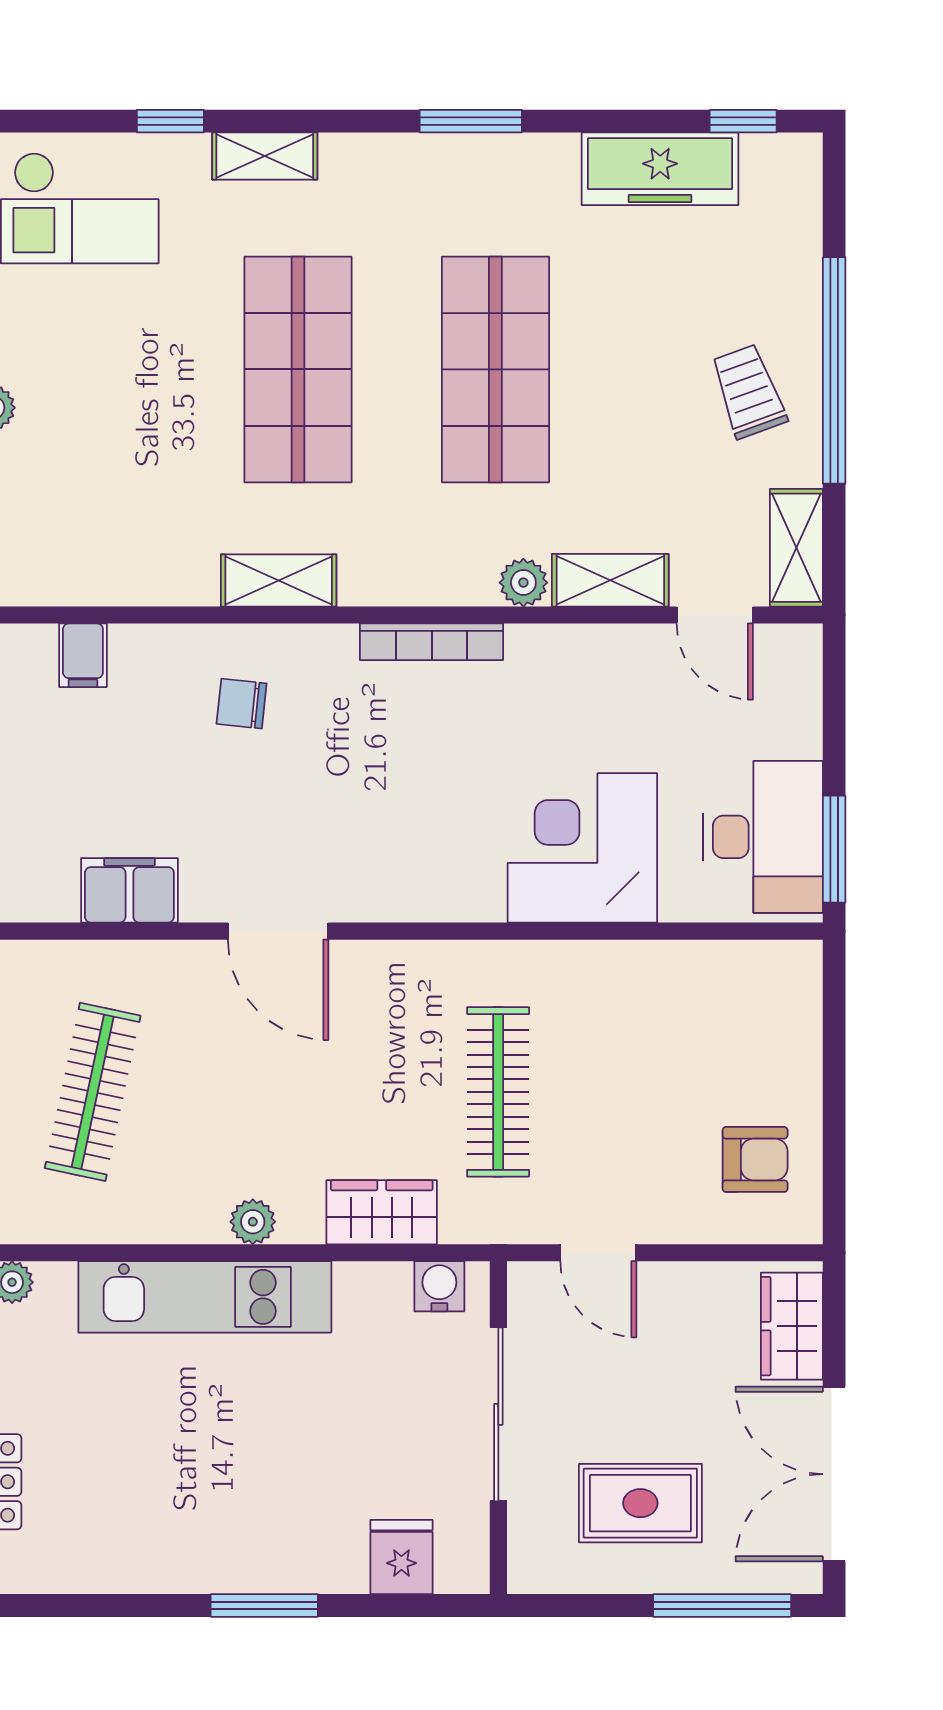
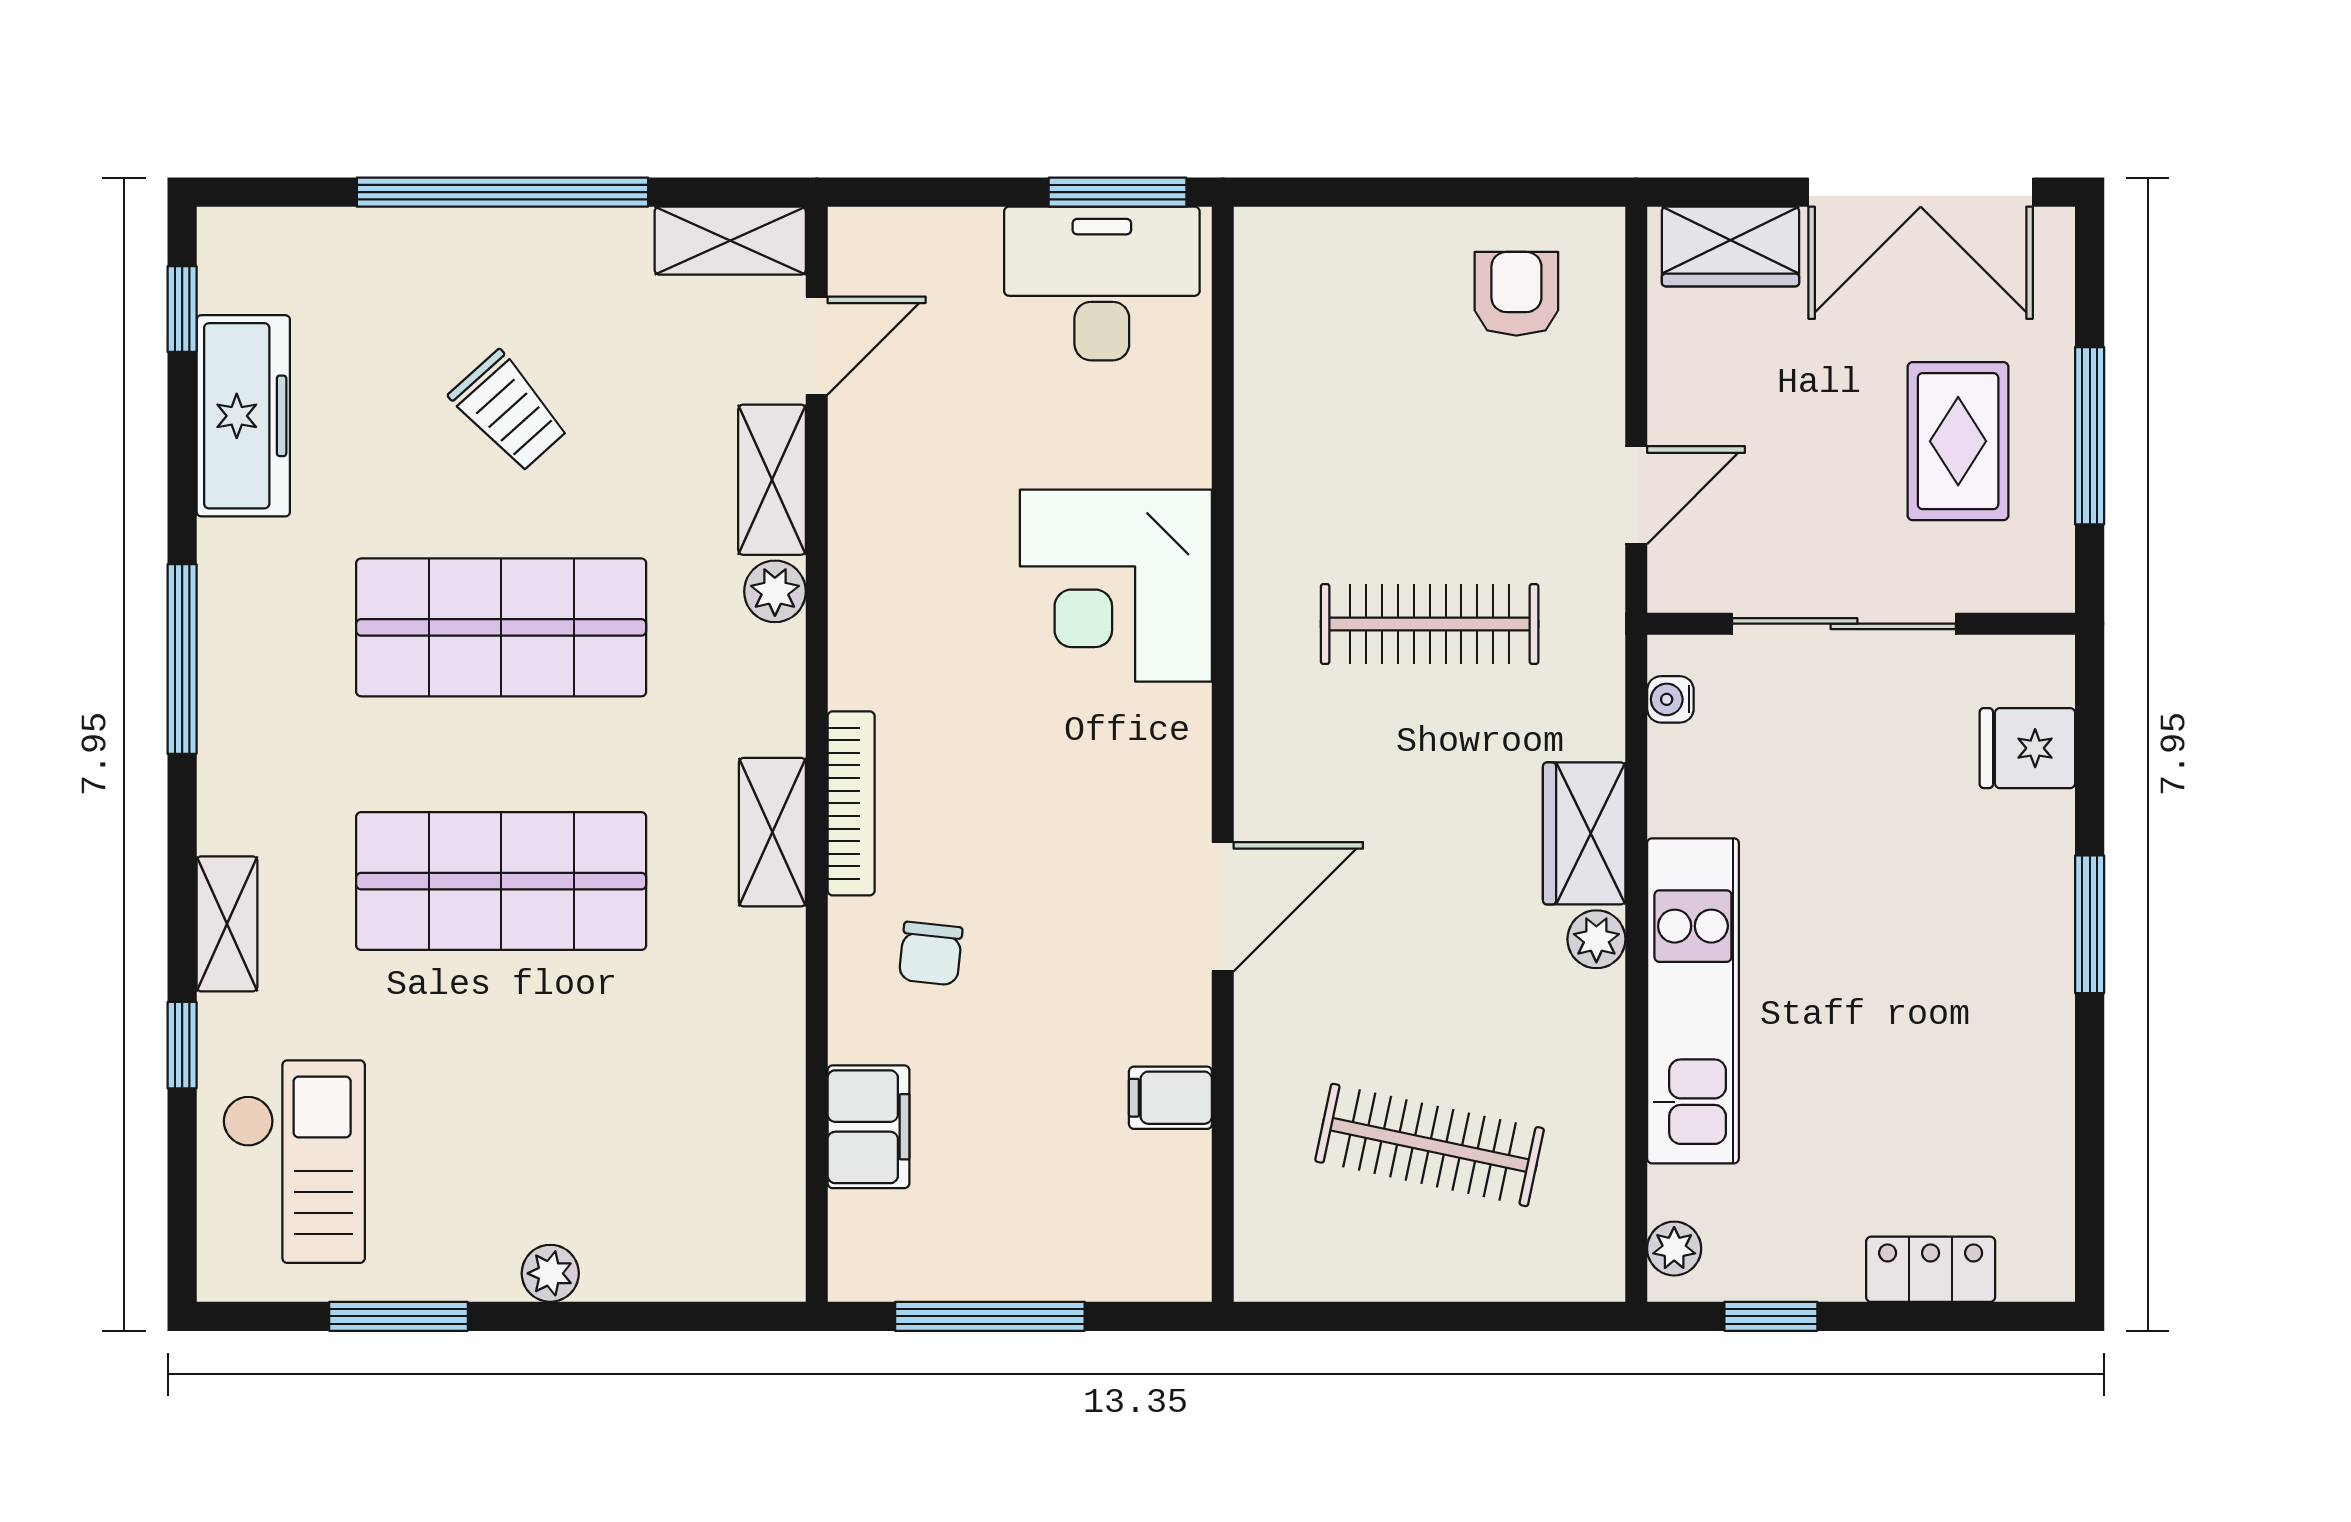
window: (471, 121) -> (182, 659), width x1.44
trolley: (748, 391) -> (509, 411), moved, turned -112
shelving: (279, 580) -> (772, 832), moved
bookcase: (432, 642) -> (851, 803), moved
filing cabinet: (83, 655) -> (868, 1127), width x2.00
corner desk: (582, 848) -> (1116, 586), moved
filing cabinet: (129, 890) -> (1170, 1098), width x0.50
wardrobe: (382, 1212) -> (1584, 833), moved
water cooler: (439, 1286) -> (1670, 699), width x0.72, depth x0.72
window: (722, 1605) -> (2090, 436), moved

